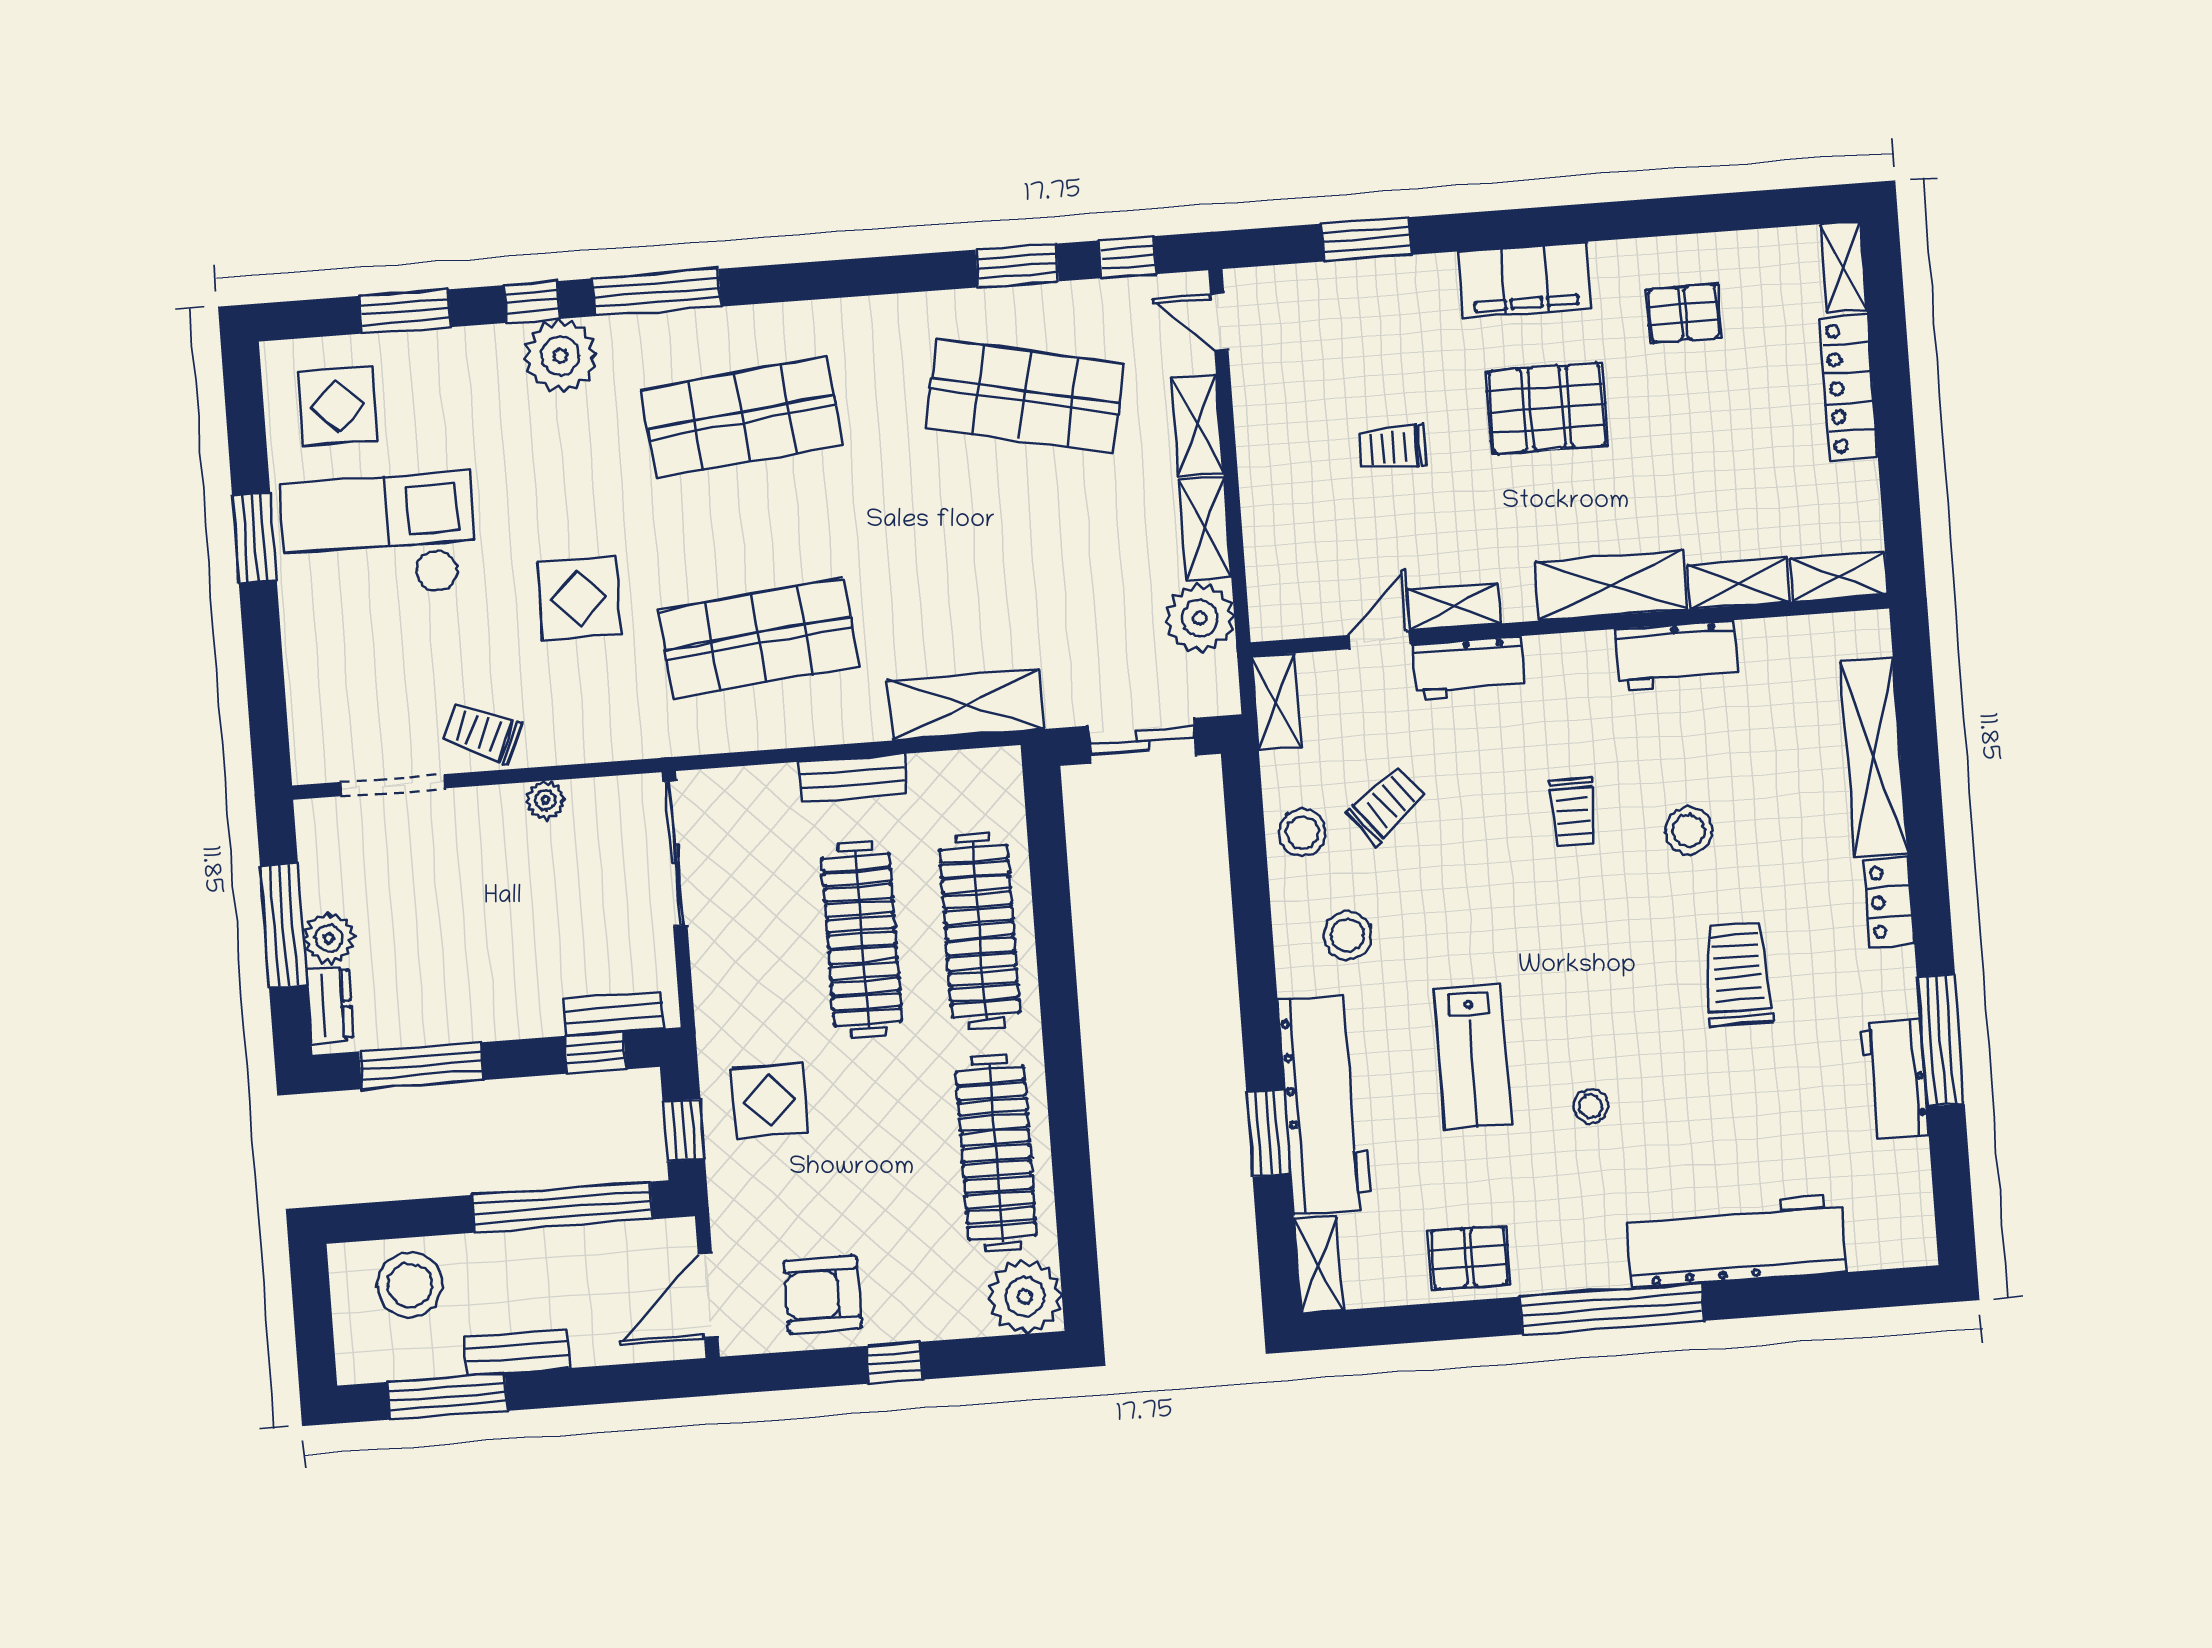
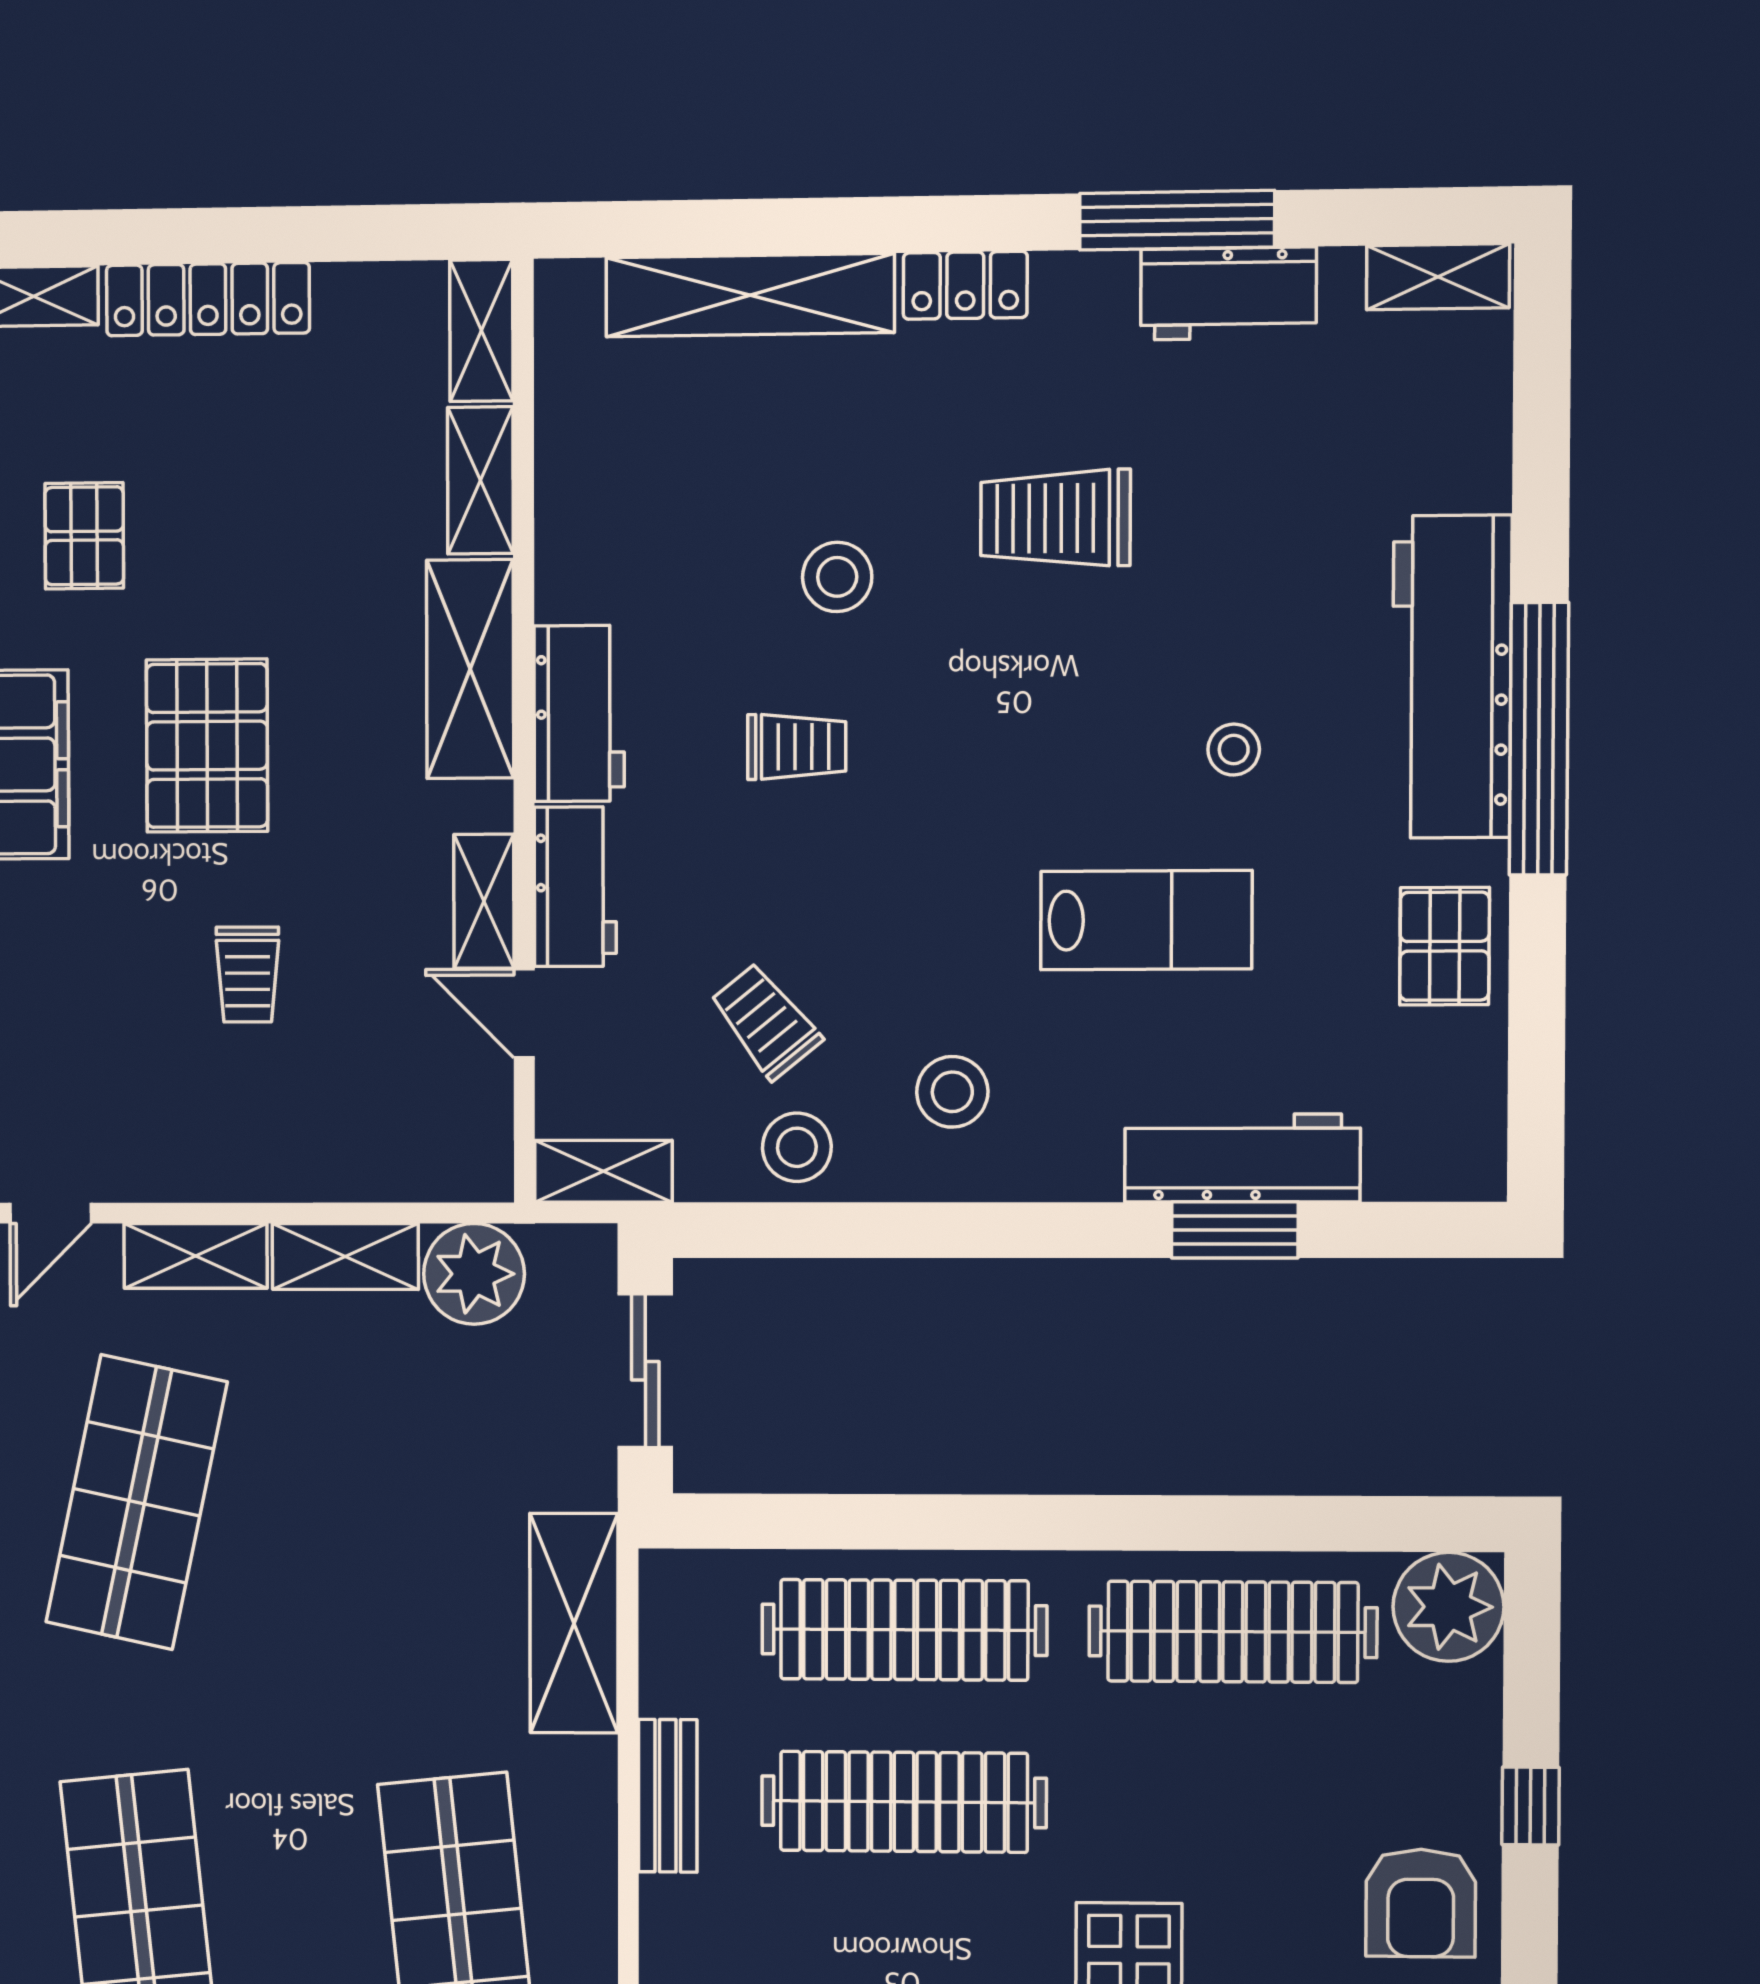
workbench: (1677, 655) -> (579, 713), moved
workbench: (1325, 1105) -> (1242, 1158), width x0.73, depth x0.76
workbench: (1736, 1241) -> (1452, 677), moved
shelving: (1319, 1264) -> (1438, 277), moved

